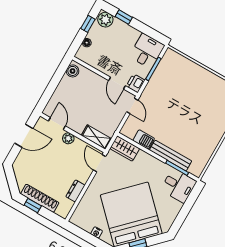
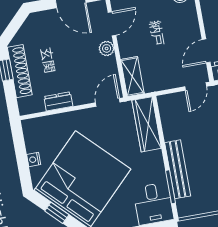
barbecue: (144, 139) -> (171, 127), removed
wardrobe: (125, 148) -> (147, 124), width x1.50

